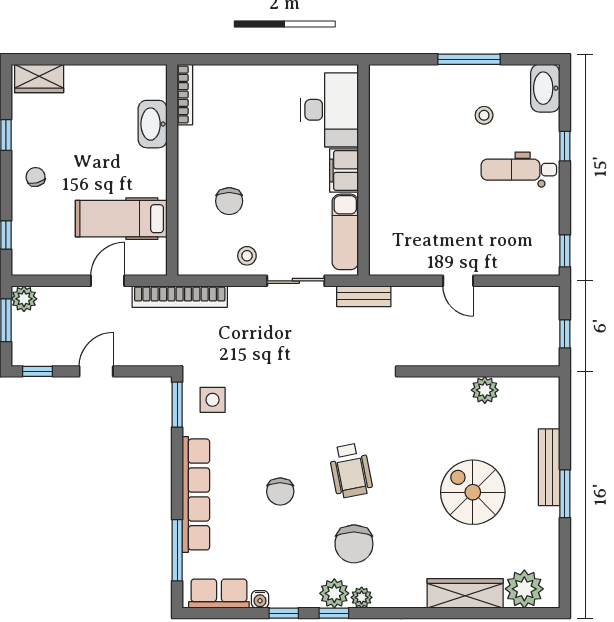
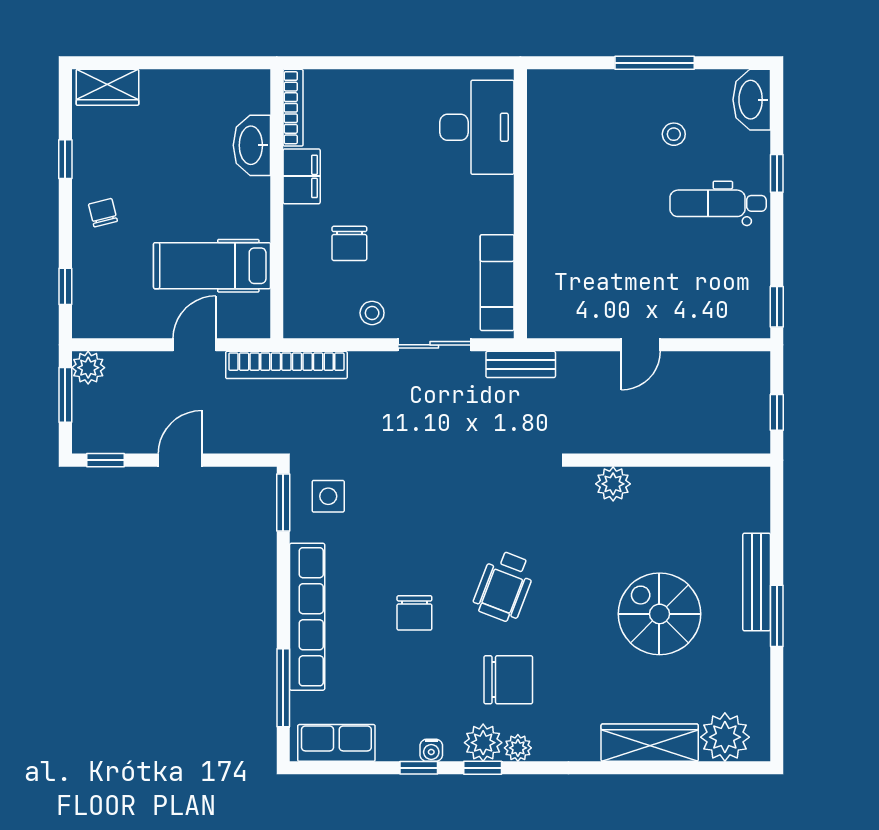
filing cabinet: (344, 171) -> (302, 176), moved, turned 180
door: (458, 281) -> (641, 345), hinge flipped
plant: (485, 390) -> (613, 484), moved
wheelchair: (351, 470) -> (504, 586), turned 32
chair: (354, 544) -> (508, 680), turned -90
water cooler: (260, 599) -> (431, 750), moved

